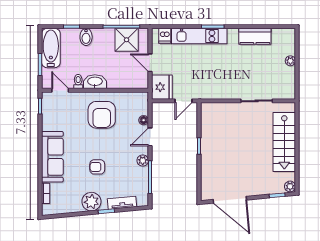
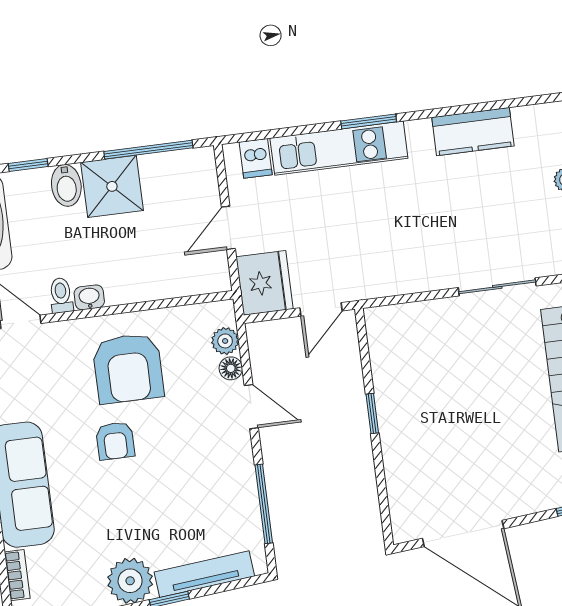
shower: (127, 40) -> (112, 186), moved
door: (150, 63) -> (228, 228), hinge flipped
washbasin: (95, 82) -> (89, 297), width x0.52, depth x0.69
door: (150, 137) -> (251, 407), swing flipped
plant: (143, 161) -> (225, 341), moved
armchair: (97, 167) -> (115, 441), moved, turned -90
tv unit: (122, 203) -> (204, 574), width x1.41

